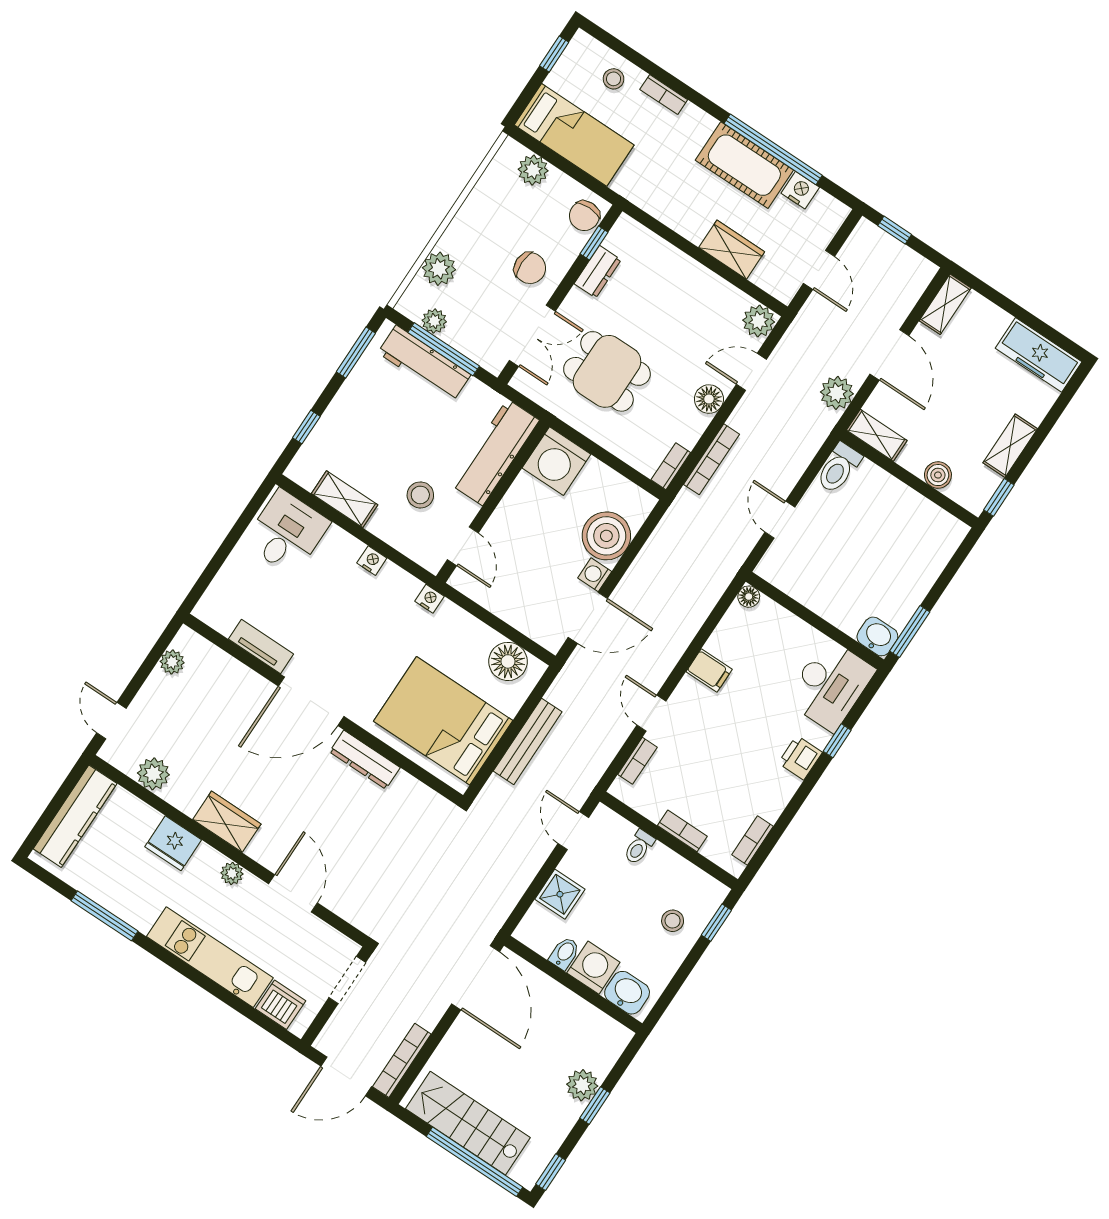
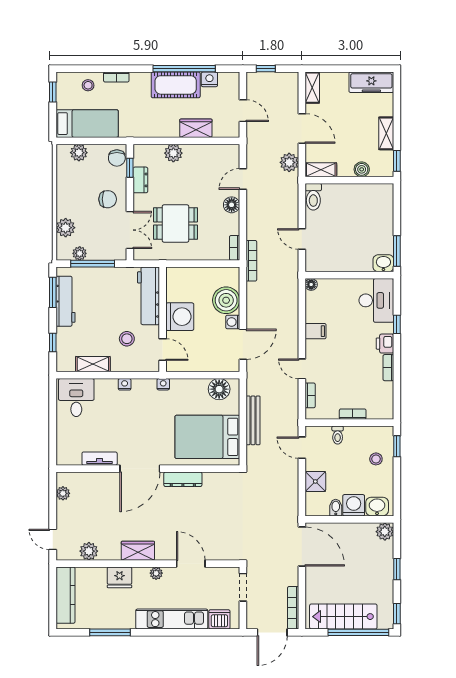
plant: (759, 321) -> (173, 153), moved
workbench: (424, 364) -> (65, 301), moved, turned -90
bookcase: (712, 459) -> (251, 261), moved
washing machine: (556, 461) -> (180, 317), moved, turned -90
bookcase: (752, 841) -> (388, 368), moved
plant: (582, 1085) -> (385, 532), moved

